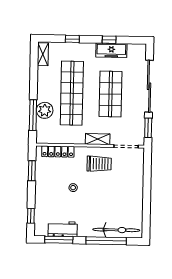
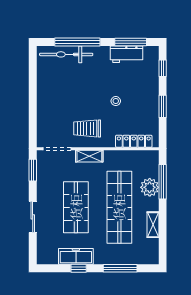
window: (72, 39) -> (120, 268), width x2.17
shelving: (43, 54) -> (153, 225), moved
sliding door: (149, 86) -> (33, 217), width x0.54
window: (32, 171) -> (163, 106), moved

